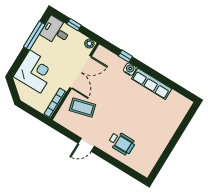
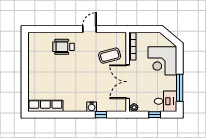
row of seats: (152, 84) -> (45, 106), moved

